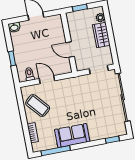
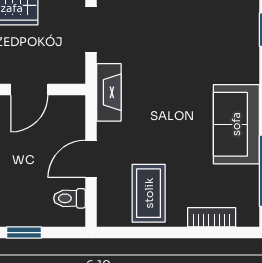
fireplace: (75, 82) -> (109, 92), added
coffee table: (38, 106) -> (149, 193), turned -49

